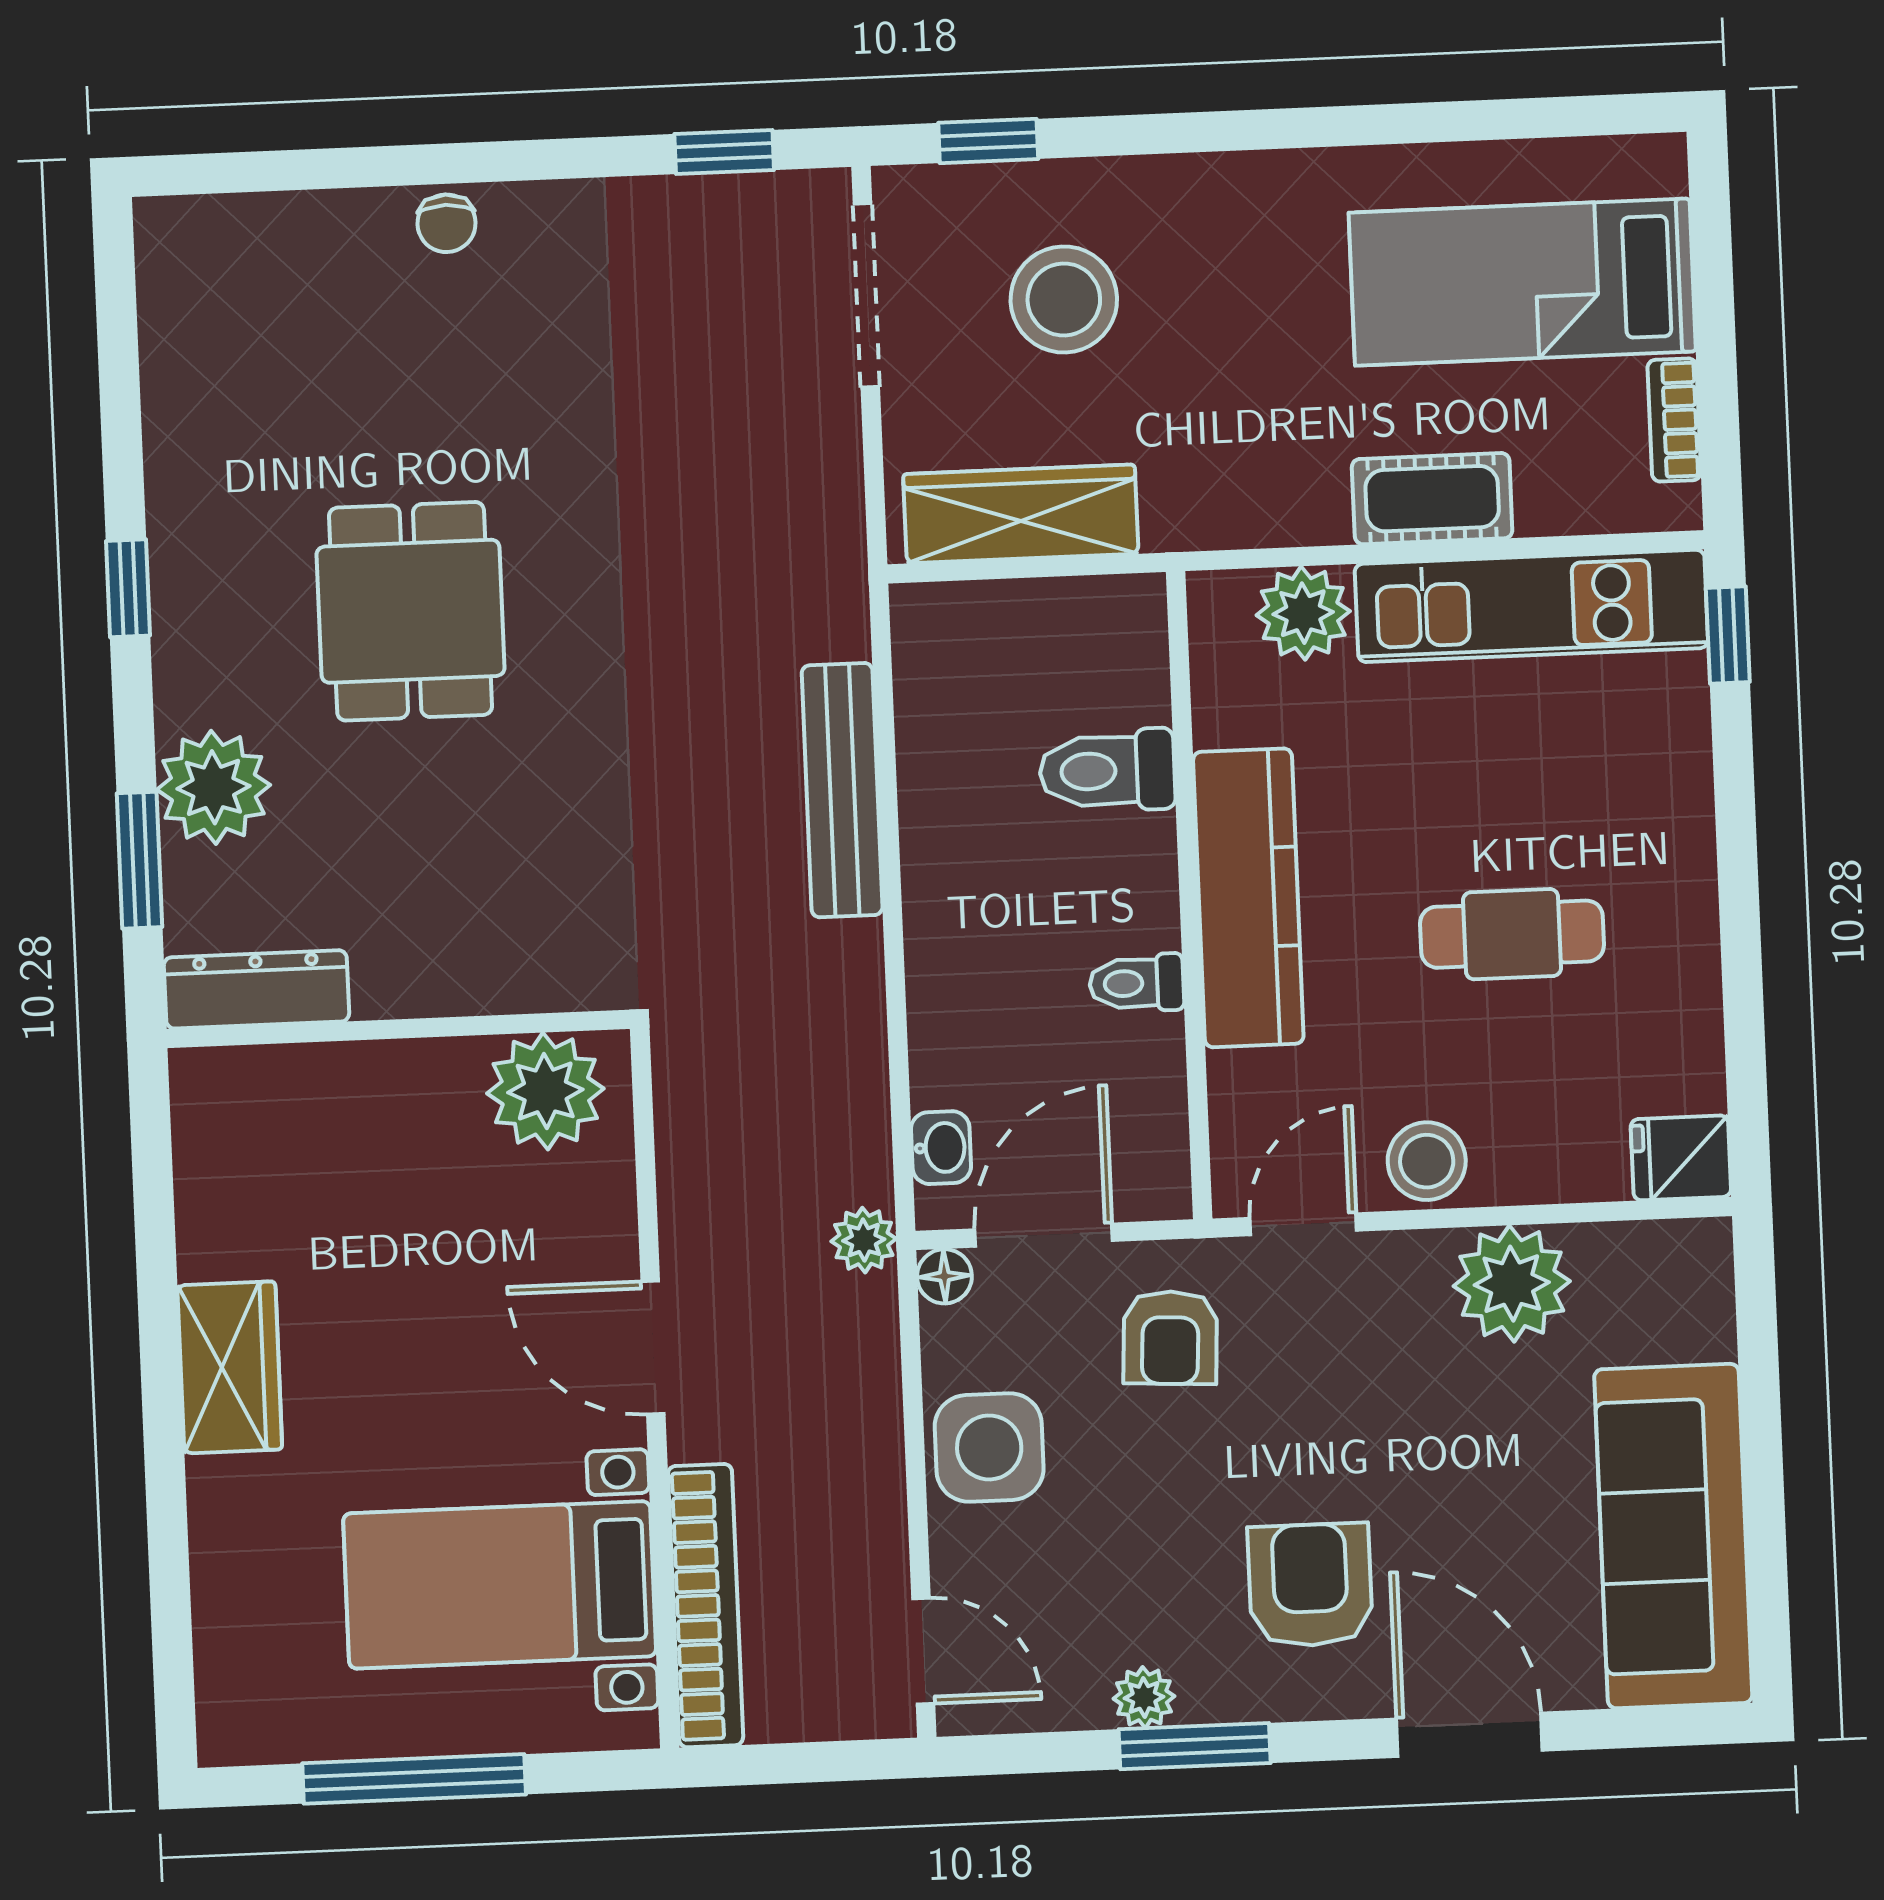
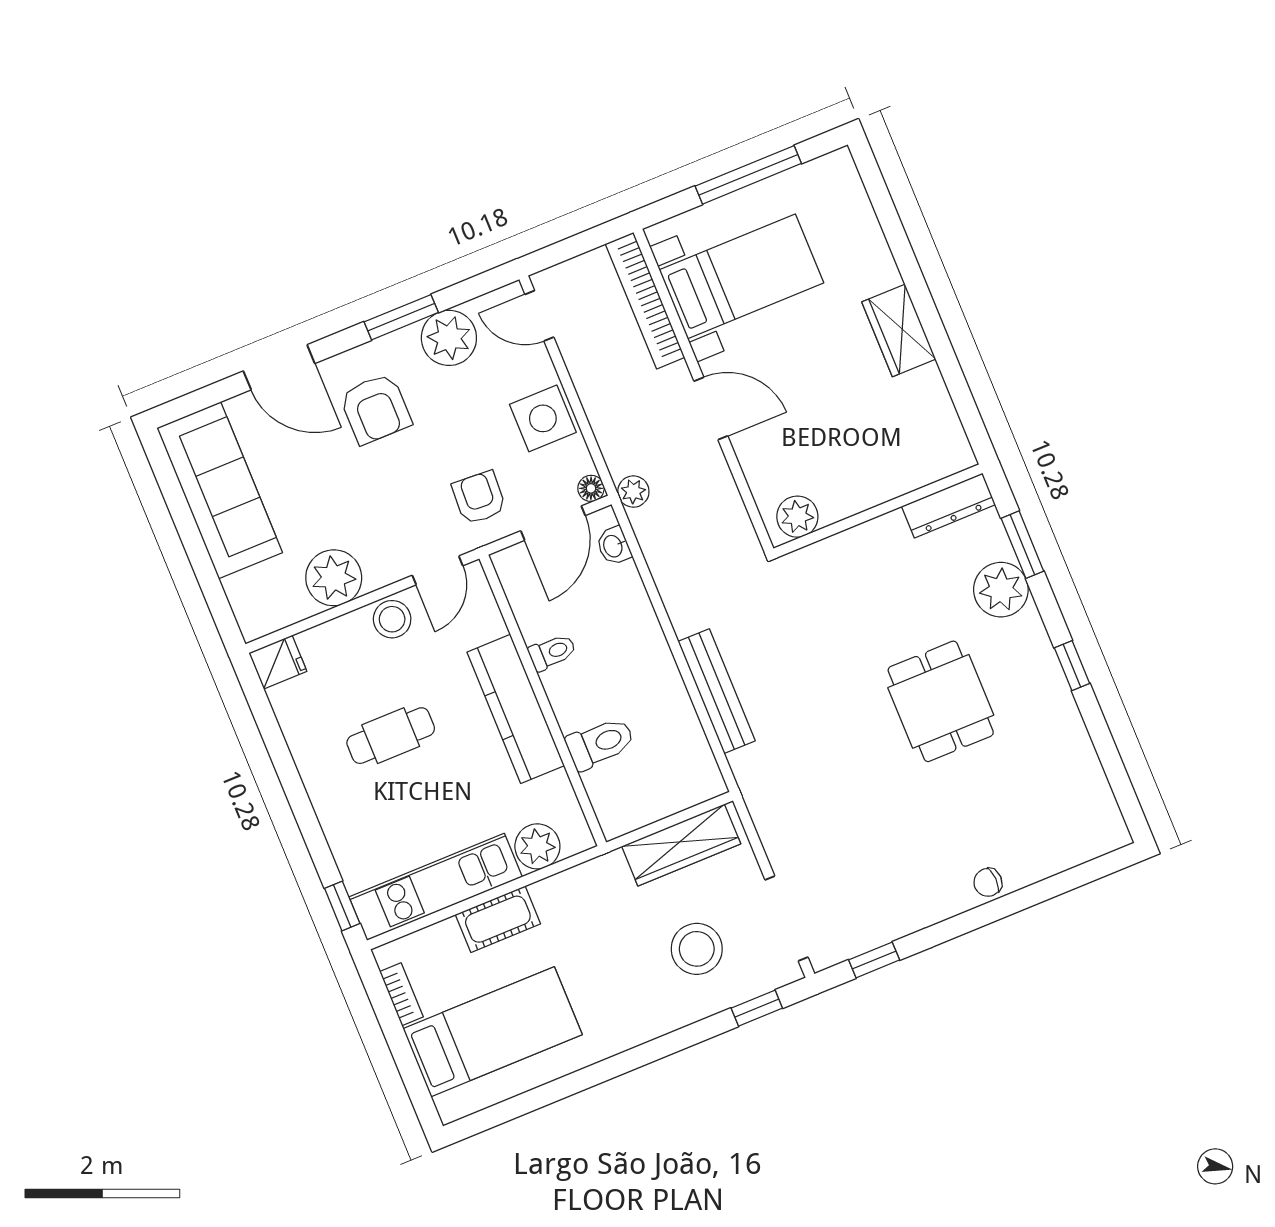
chair: (446, 223) -> (988, 882), turned -92
plant: (545, 1091) -> (797, 517), width x0.73, depth x0.73
plant: (1144, 1697) -> (449, 338), width x1.87, depth x1.87

